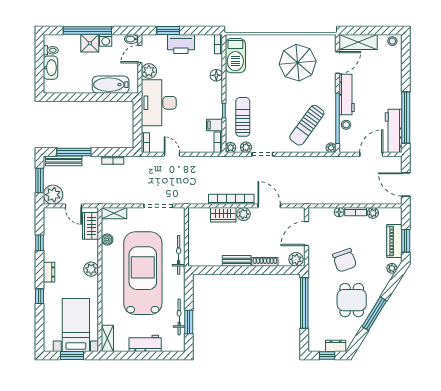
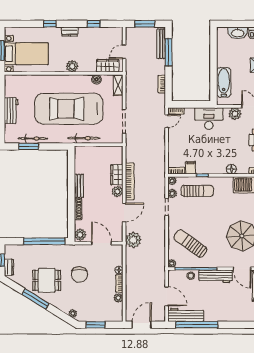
desk: (159, 103) -> (209, 119), width x0.73, depth x0.77
door: (172, 154) -> (167, 121), moved
plant: (53, 195) -> (133, 240), moved
piano: (394, 241) -> (95, 315), removed
chair: (344, 260) -> (79, 274), turned -71
car: (143, 273) -> (69, 109), turned 180
shelving: (107, 338) -> (15, 80), removed

